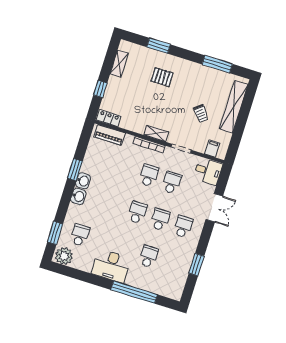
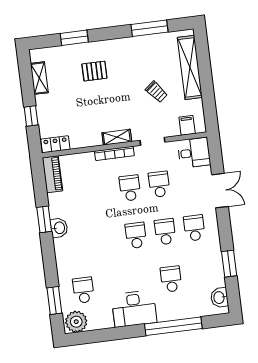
piano: (110, 135) -> (52, 174), moved, turned -90
washbasin: (78, 196) -> (219, 298), moved, turned 180

